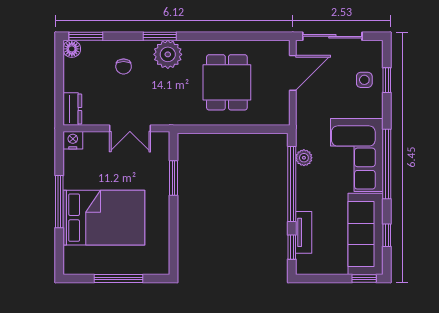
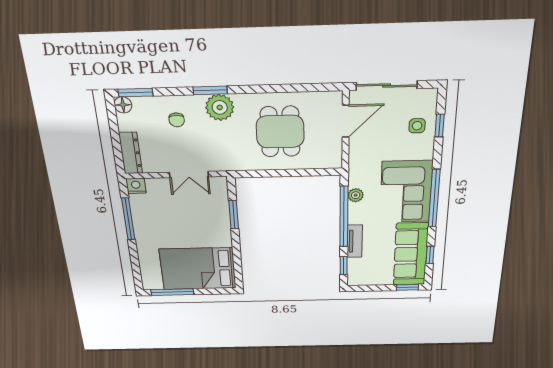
dresser: (72, 109) -> (131, 153), width x1.44
window: (59, 202) -> (128, 219), moved
bed: (104, 218) -> (198, 269), moved, turned 180
tv unit: (304, 232) -> (355, 241), moved
window: (119, 279) -> (172, 292), moved

